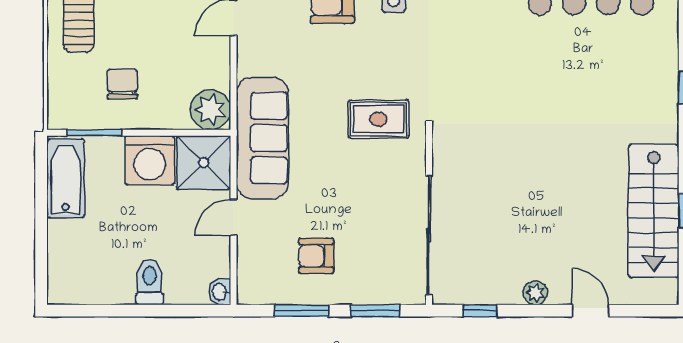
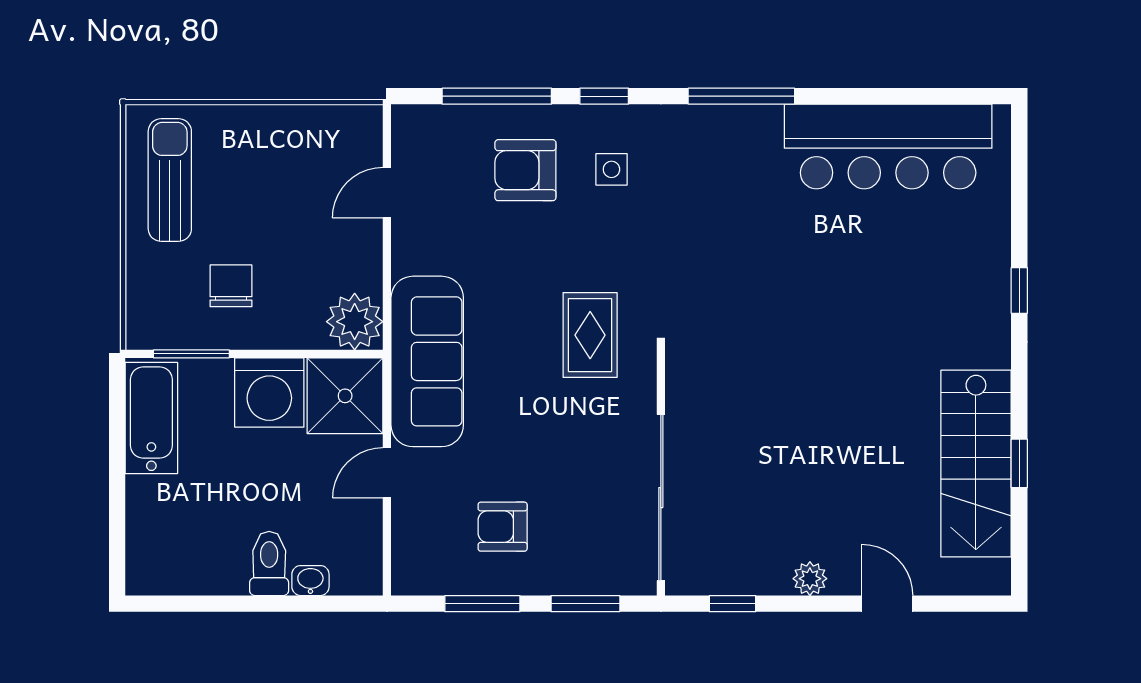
rug: (378, 119) -> (590, 335), turned 90
washbasin: (220, 292) -> (310, 581), moved, turned 90

